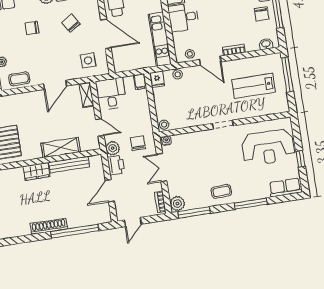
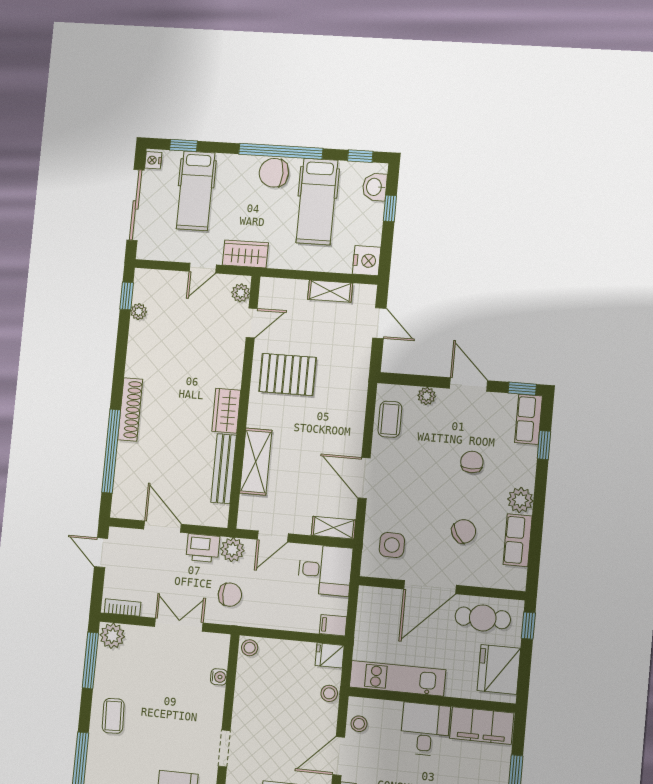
water cooler: (166, 141) -> (219, 677), moved

